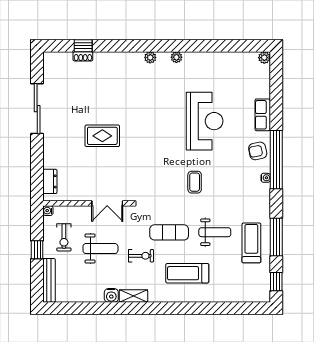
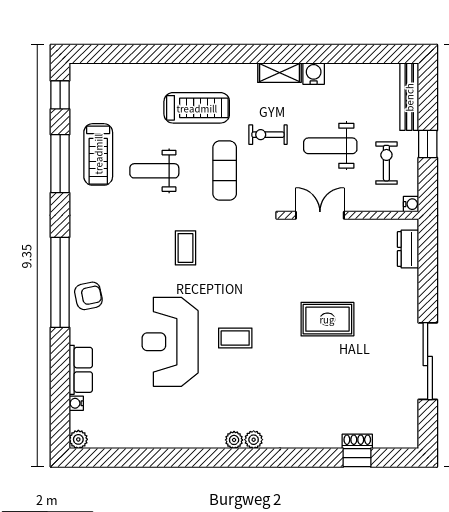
plant: (176, 57) -> (234, 440), moved
row of seats: (263, 115) -> (81, 370), moved
coffee table: (162, 124) -> (235, 338), added
water cooler: (266, 178) -> (76, 403), moved
exercise mat: (169, 232) -> (225, 171), turned 90

